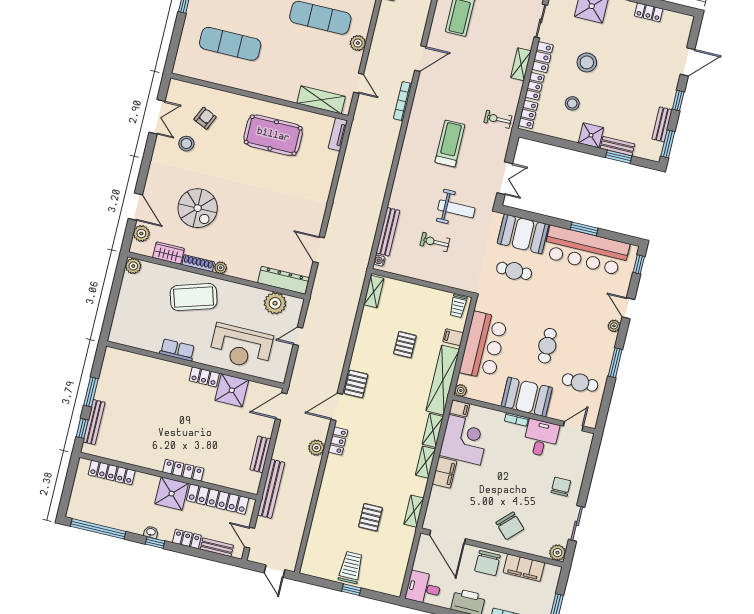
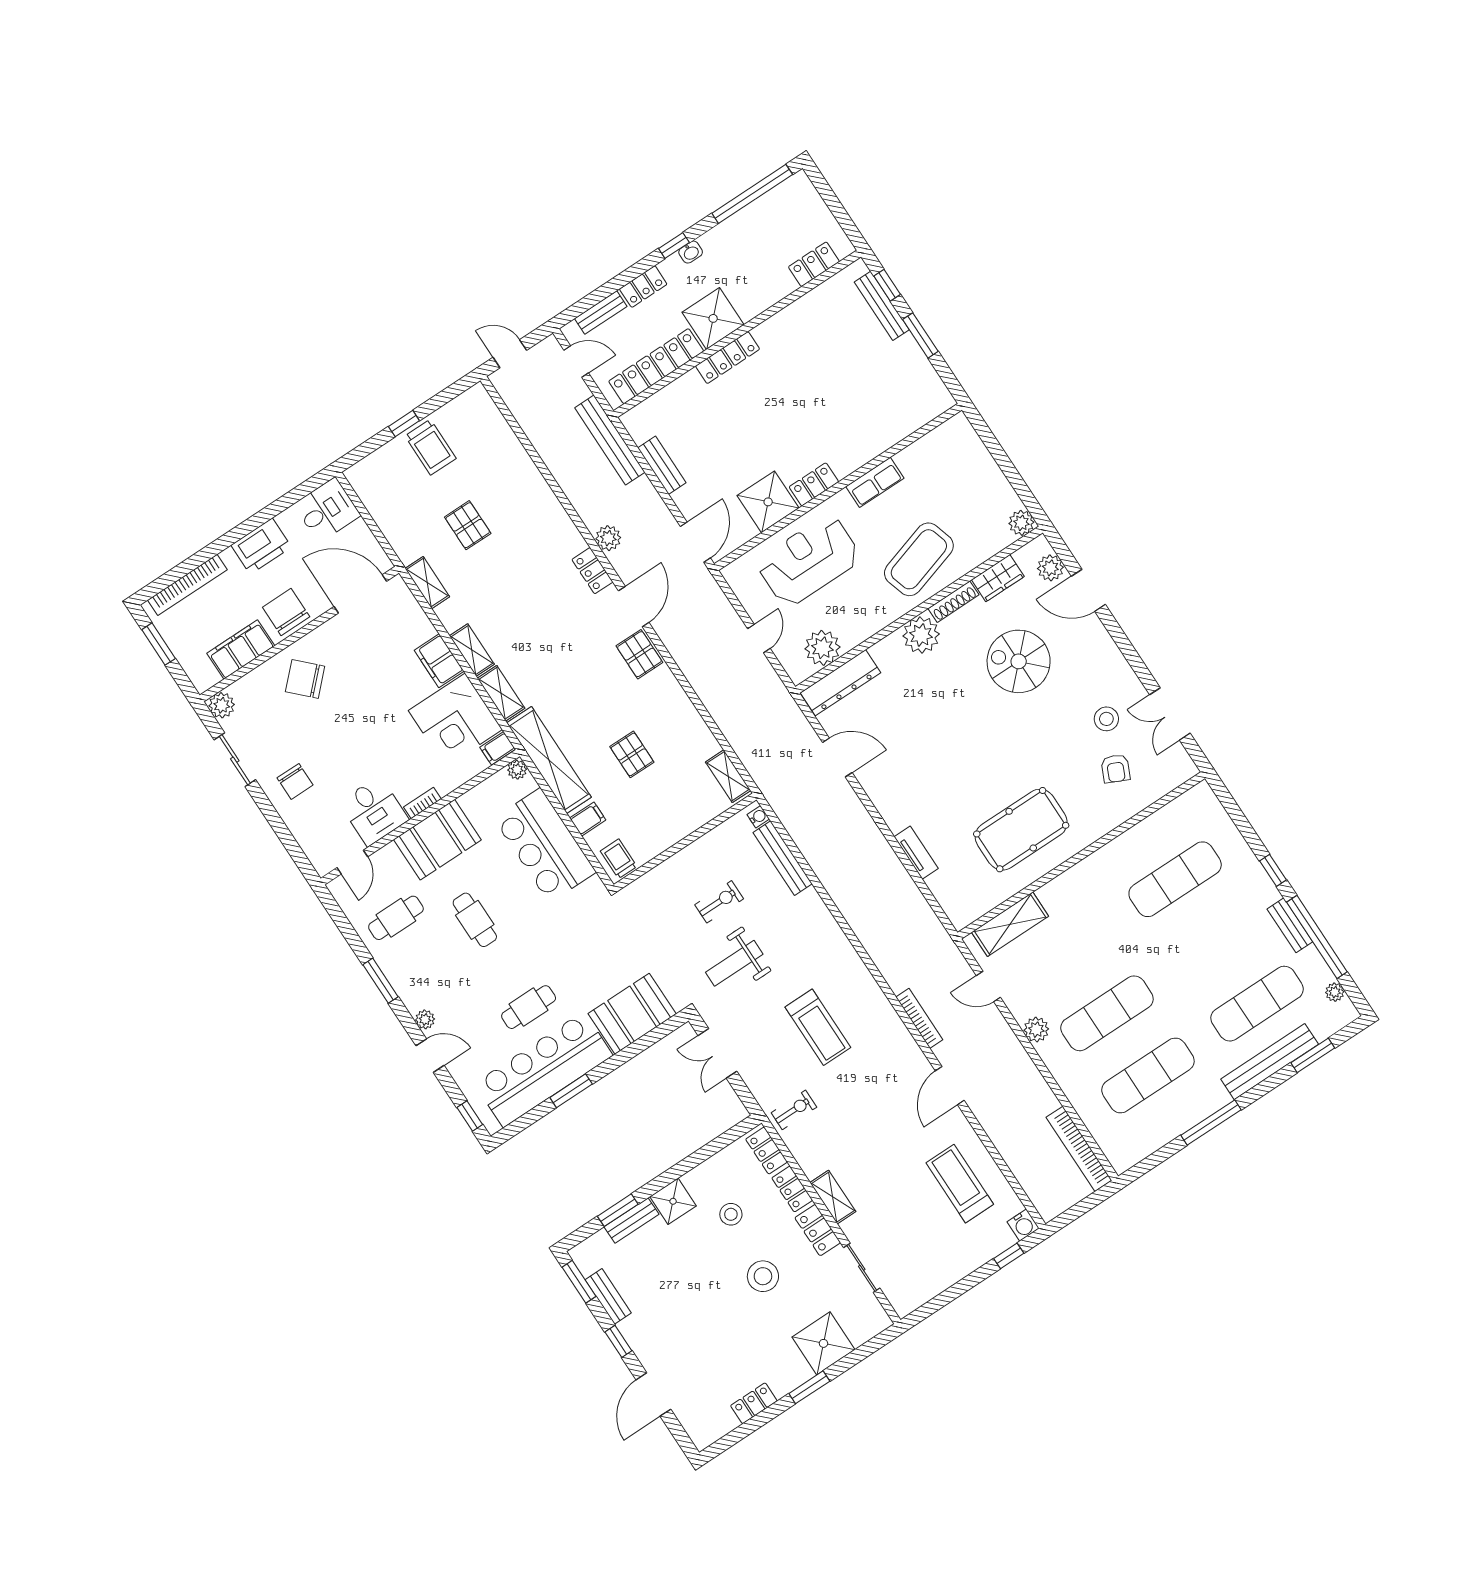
tv unit: (338, 134) -> (916, 853), moved
plant: (221, 268) -> (921, 635), width x1.88, depth x1.88
cafe table: (514, 271) -> (529, 1007), moved
locker: (112, 473) -> (814, 264), width x0.66

